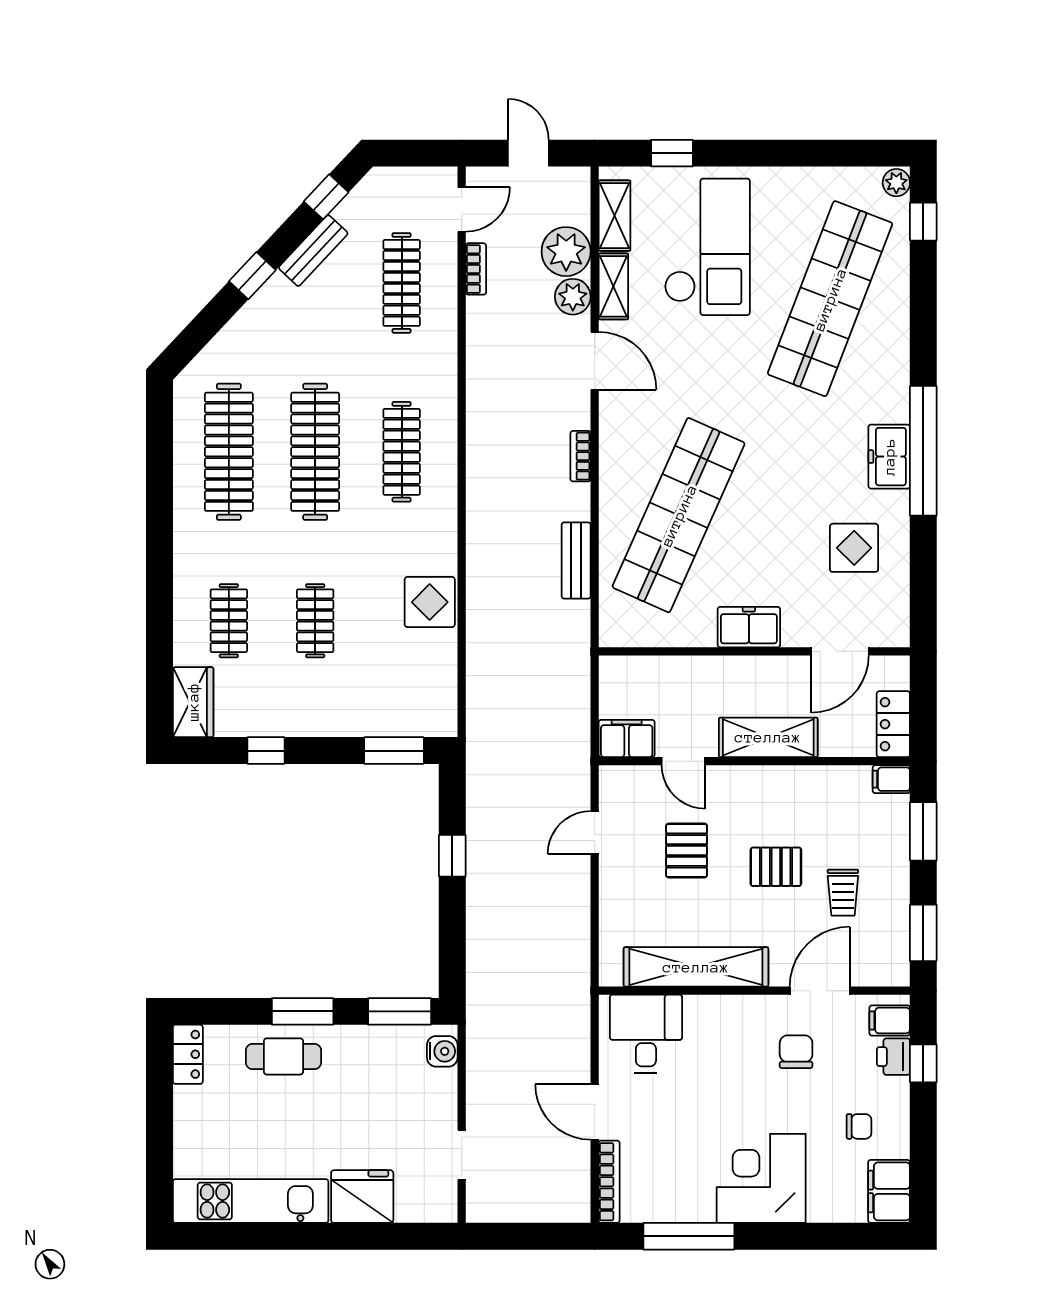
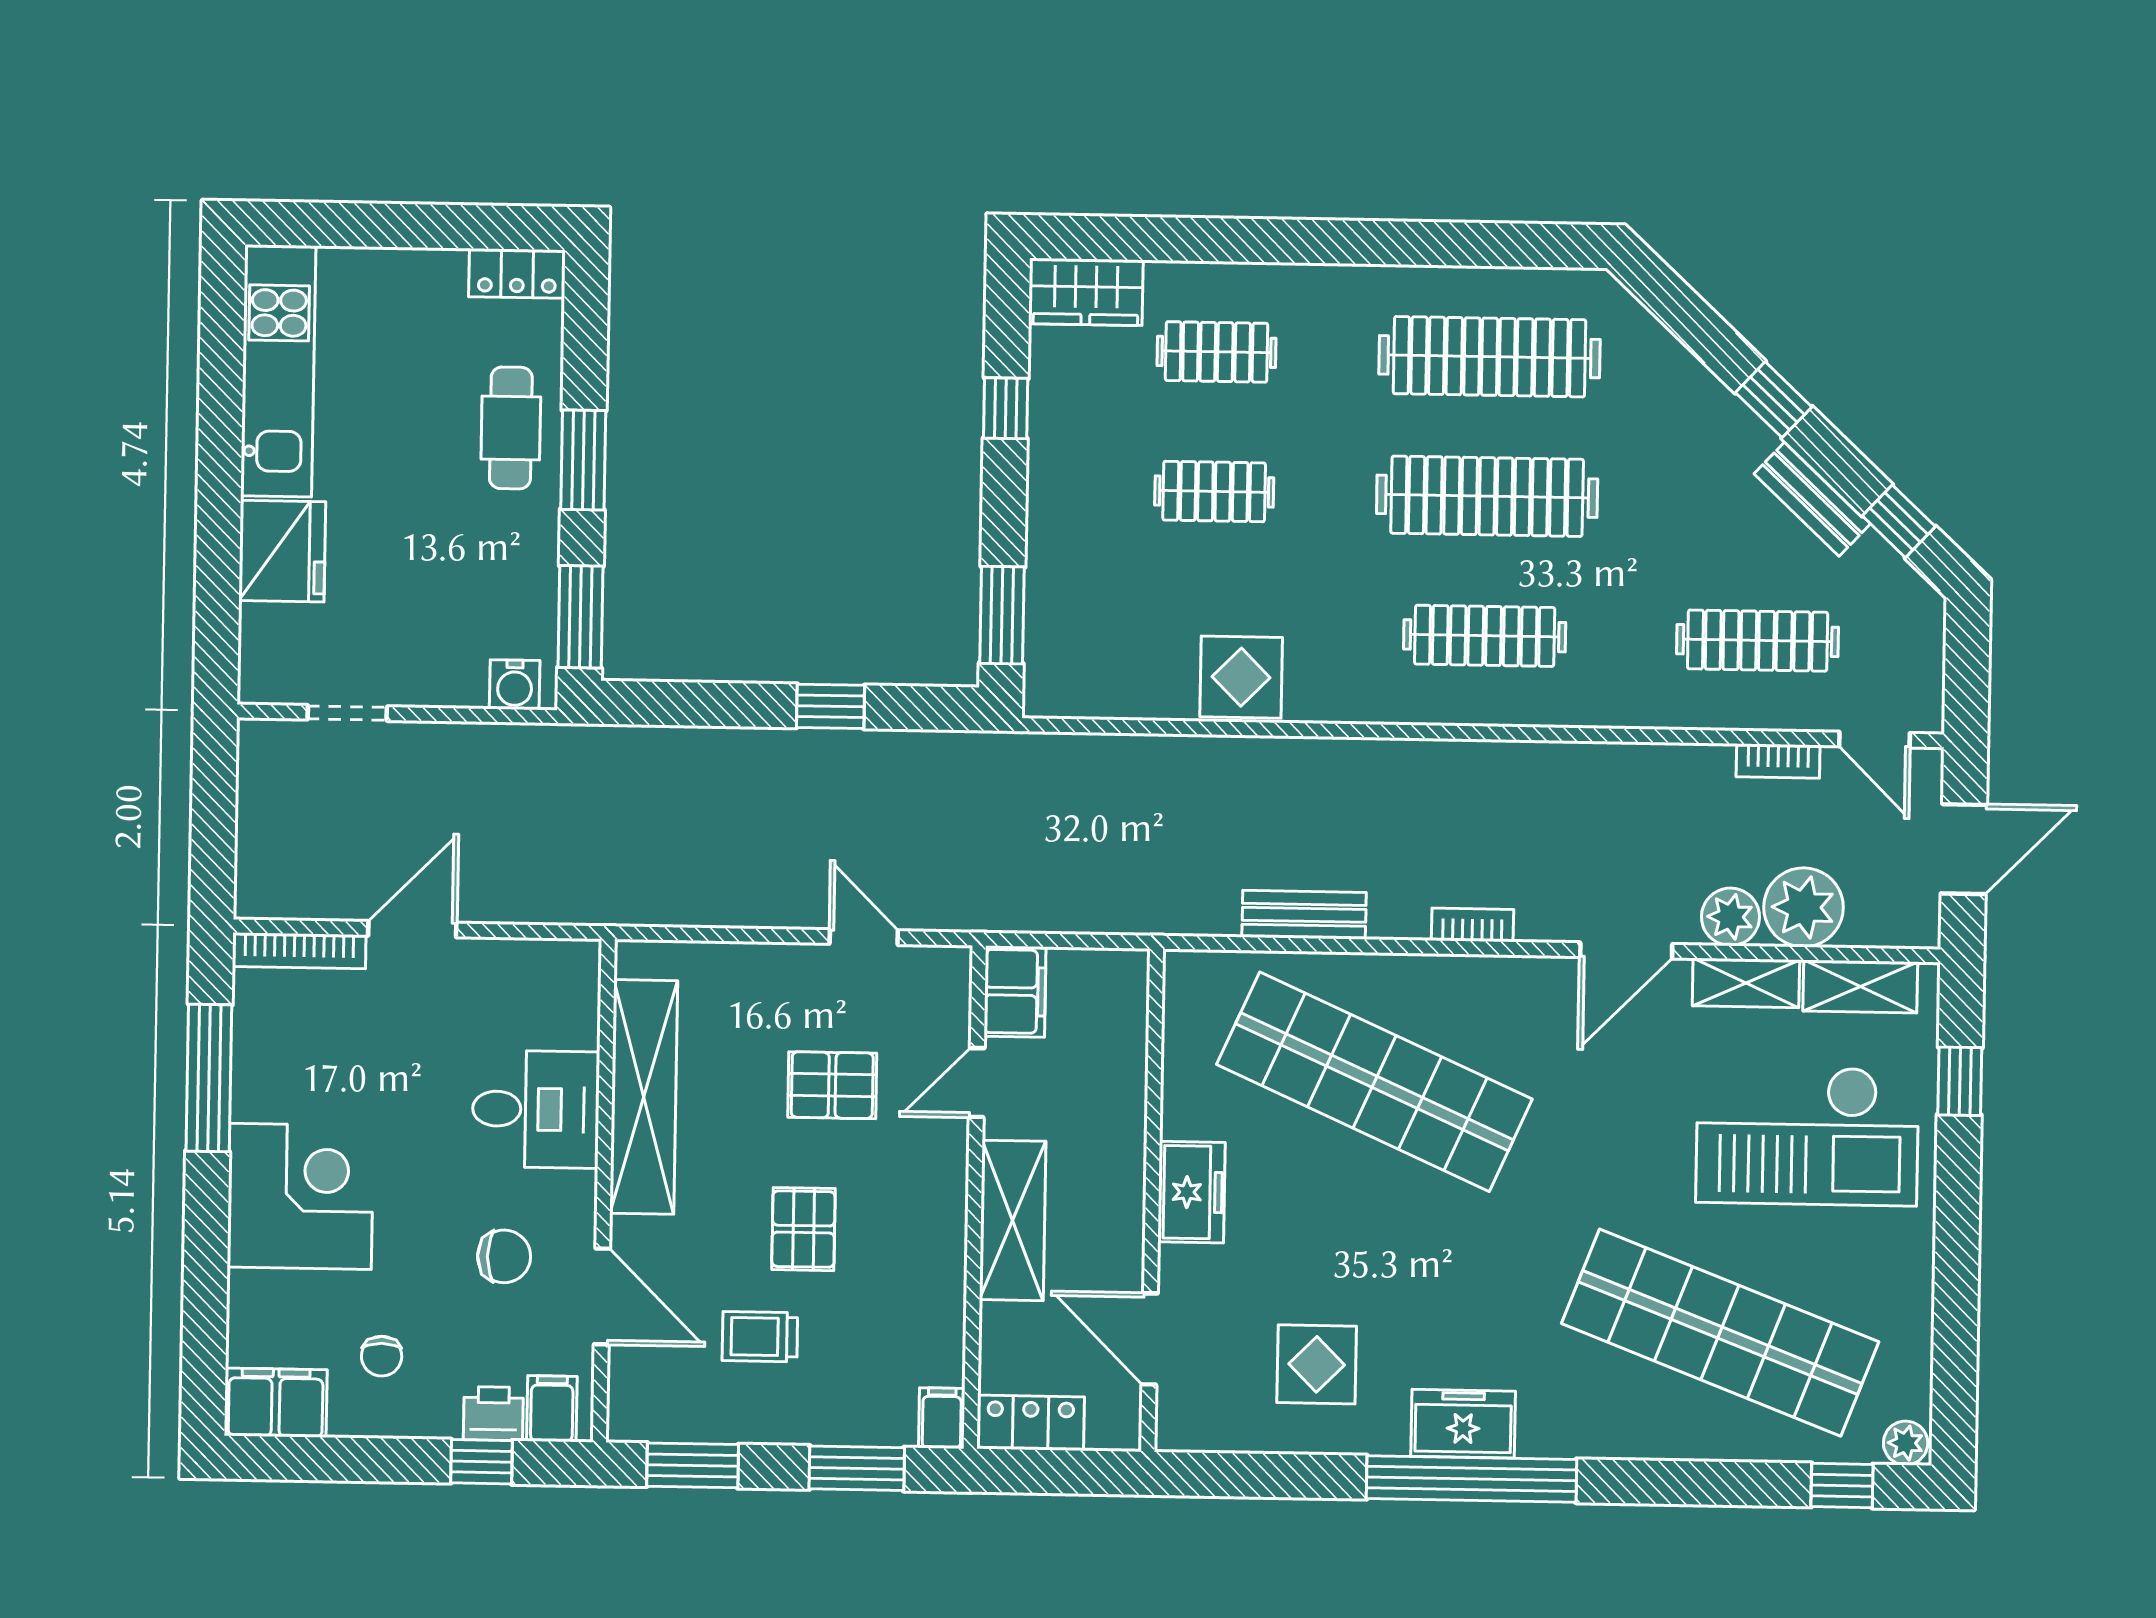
door: (528, 153) -> (1964, 849), width x1.38
desk: (646, 1034) -> (536, 1109), moved

